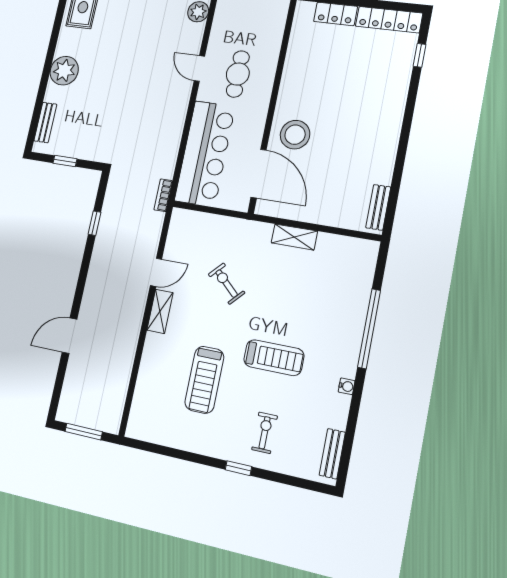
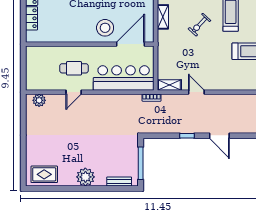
window: (65, 161) -> (141, 163), width x2.17
window: (94, 223) -> (187, 136), moved
exercise bike: (227, 284) -> (199, 25), moved
shelving: (160, 311) -> (169, 85), moved
door: (69, 336) -> (219, 136), moved

